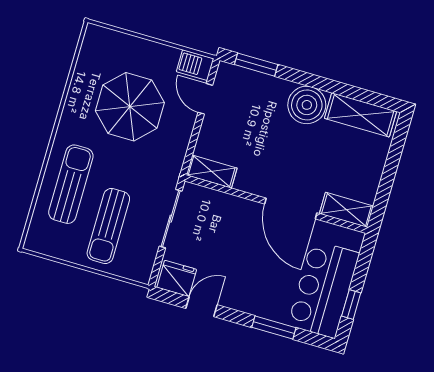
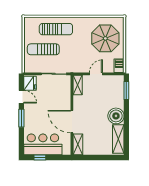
door: (205, 99) -> (96, 74), moved
parasol: (130, 107) -> (105, 38), moved
door: (291, 208) -> (72, 122), hinge flipped
window: (274, 327) -> (21, 118), moved

